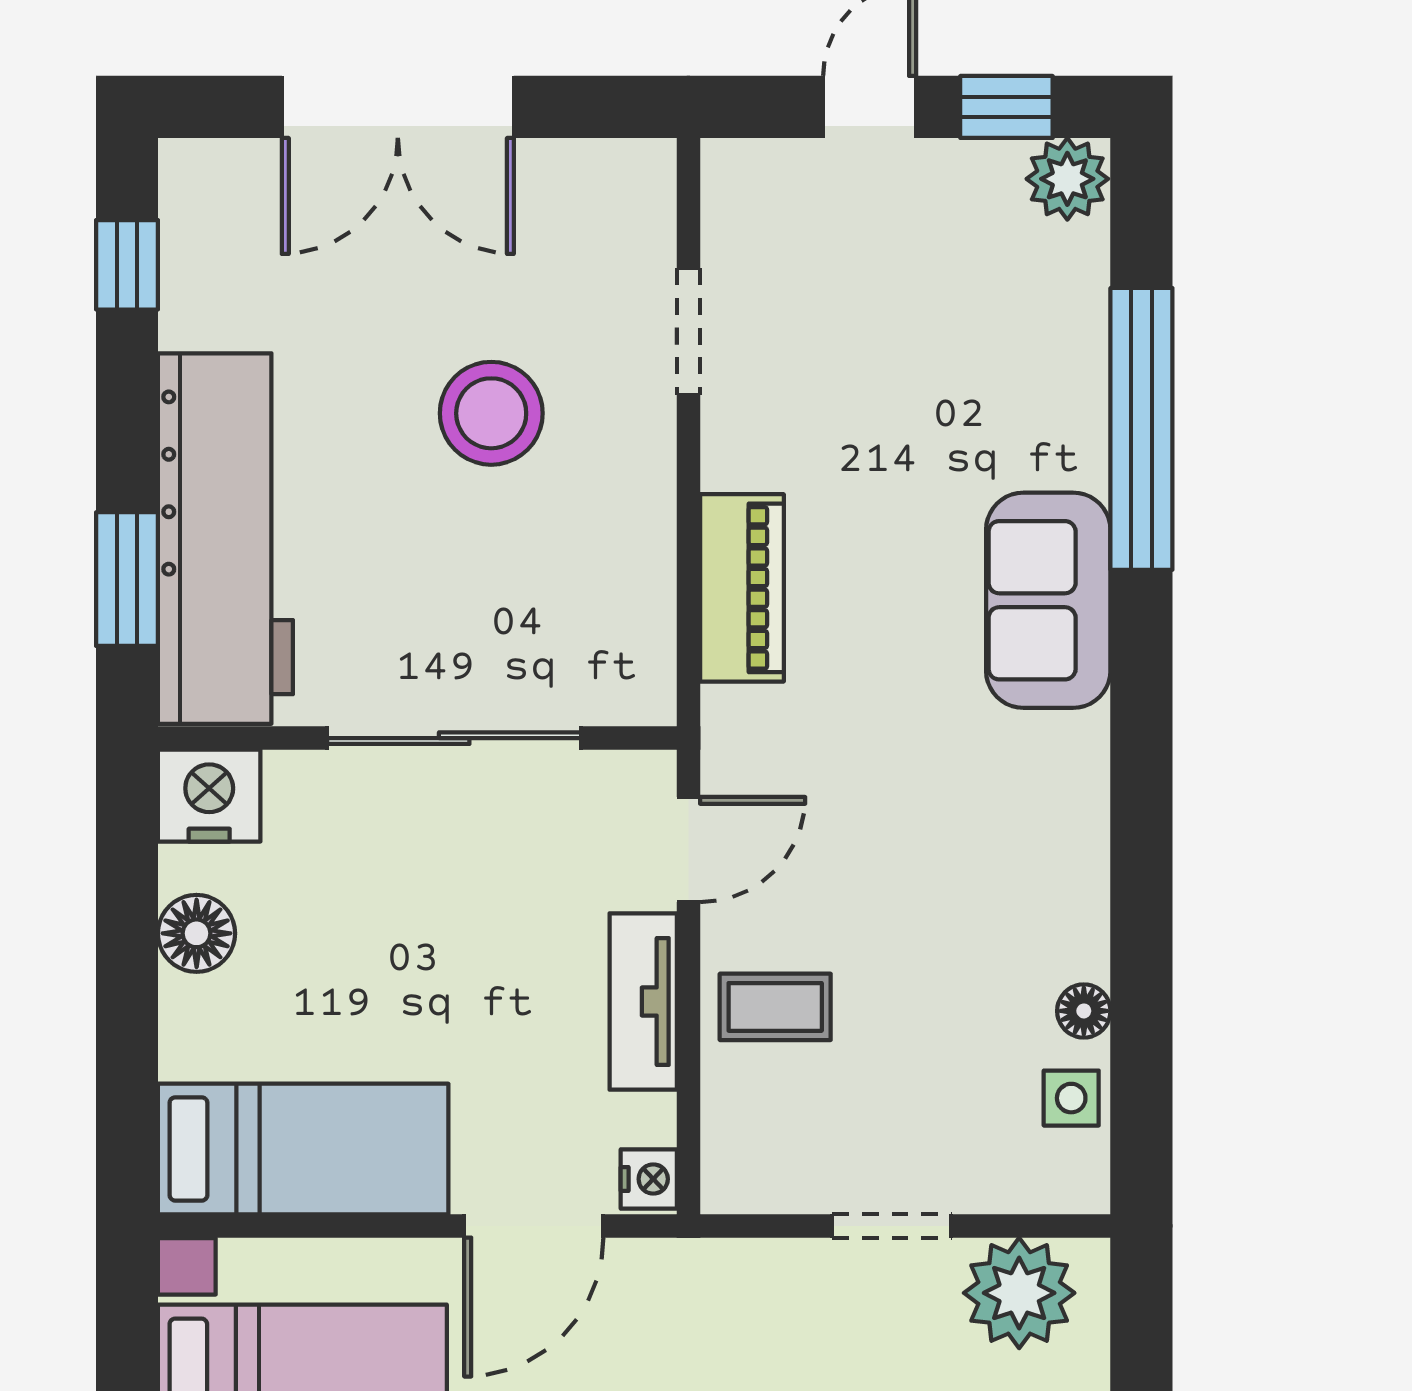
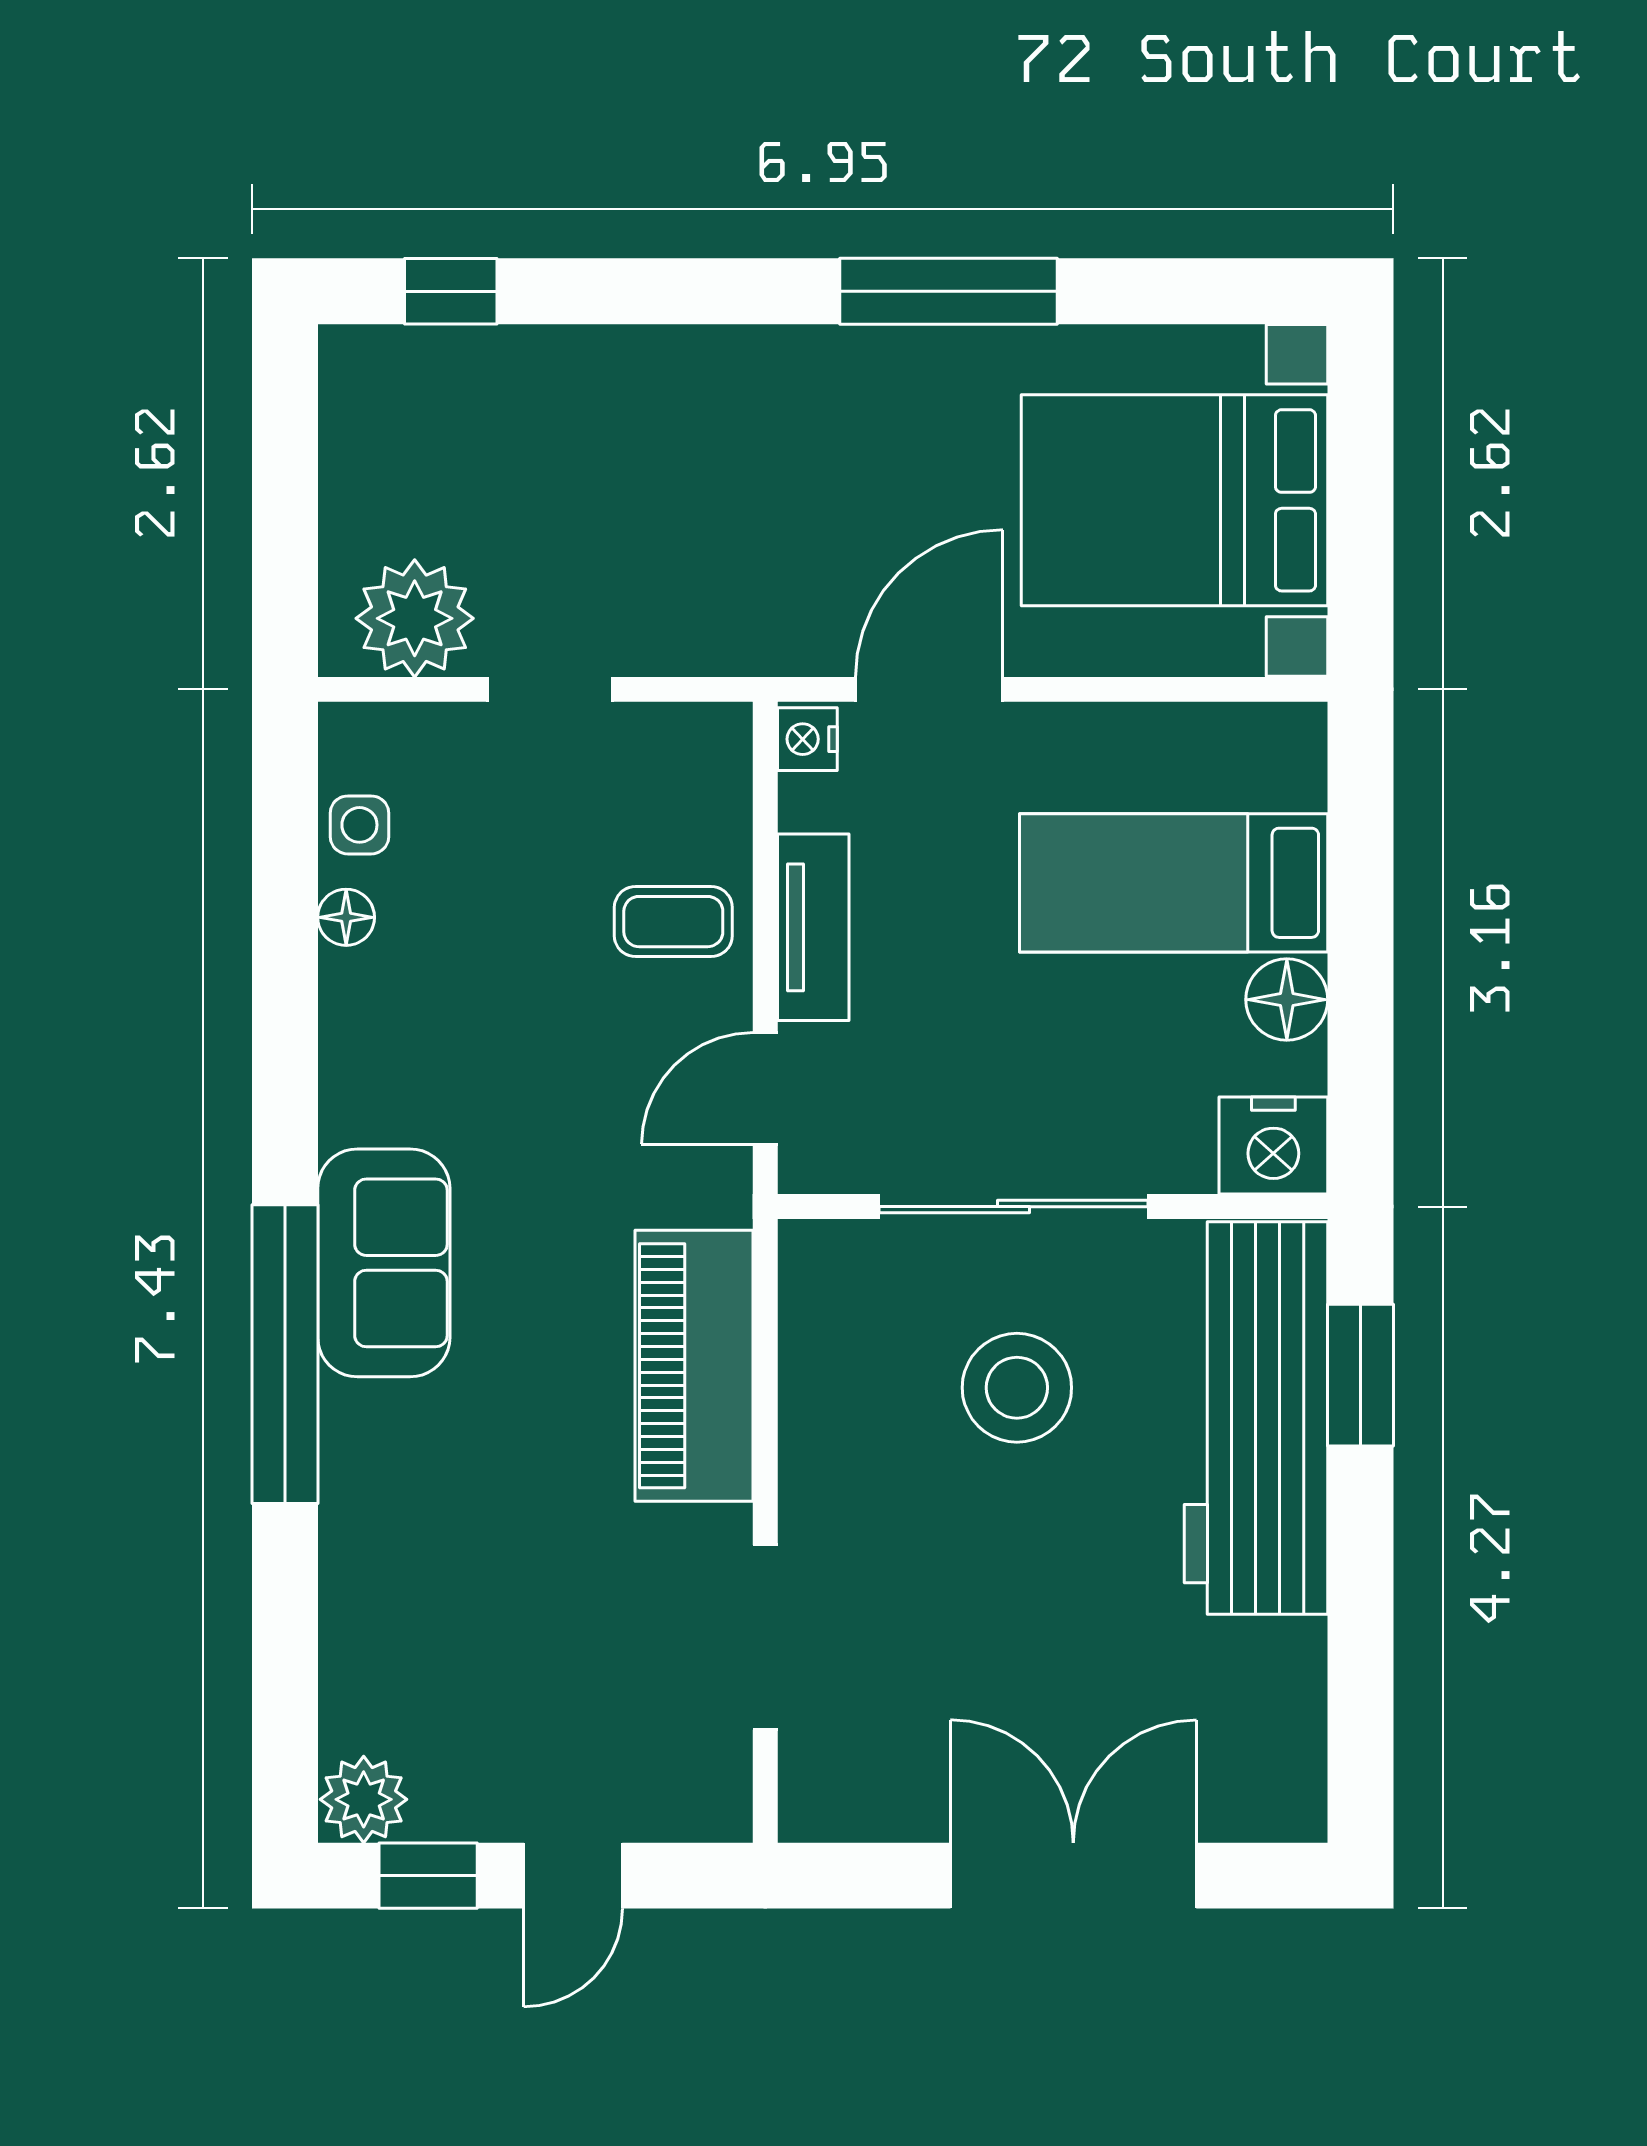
window: (127, 265) -> (1360, 1708), removed
doorway: (688, 332) -> (765, 1637), width x1.38
stool: (491, 413) -> (1017, 1388), moved
window: (1141, 429) -> (285, 1354), moved
piano: (742, 588) -> (694, 1366), width x1.37, depth x1.33
sofa: (1048, 600) -> (384, 1263), moved
bed: (303, 1149) -> (1174, 883), moved

